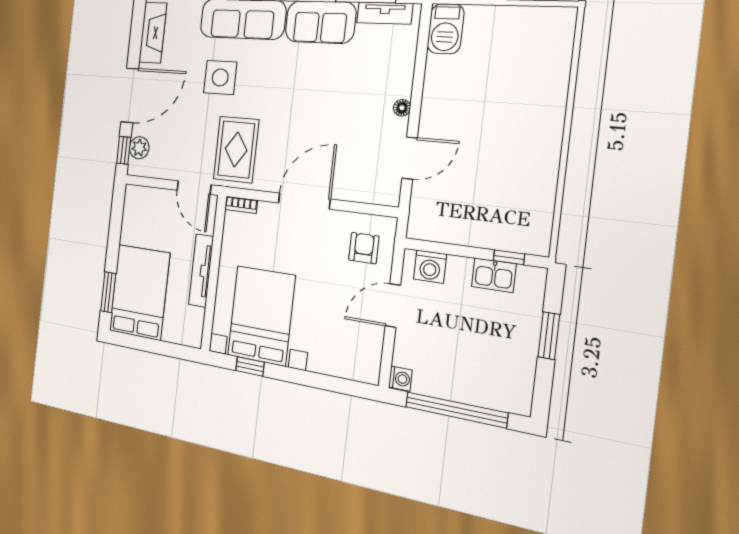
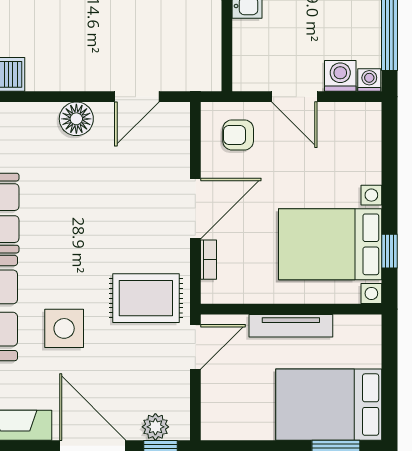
floor lamp: (402, 108) -> (76, 119), width x1.89, depth x1.89
door: (410, 158) -> (137, 97), swing flipped
door: (304, 201) -> (195, 209), swing flipped
bookcase: (241, 205) -> (209, 260), moved
washing machine: (430, 267) -> (340, 76), moved, turned -90

